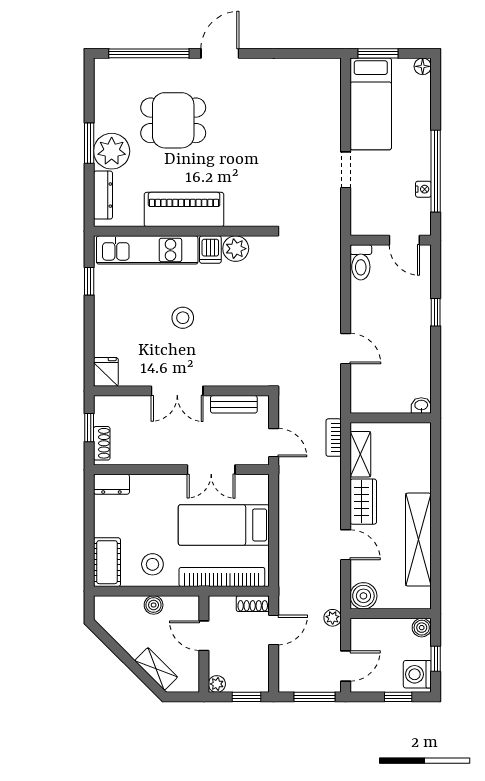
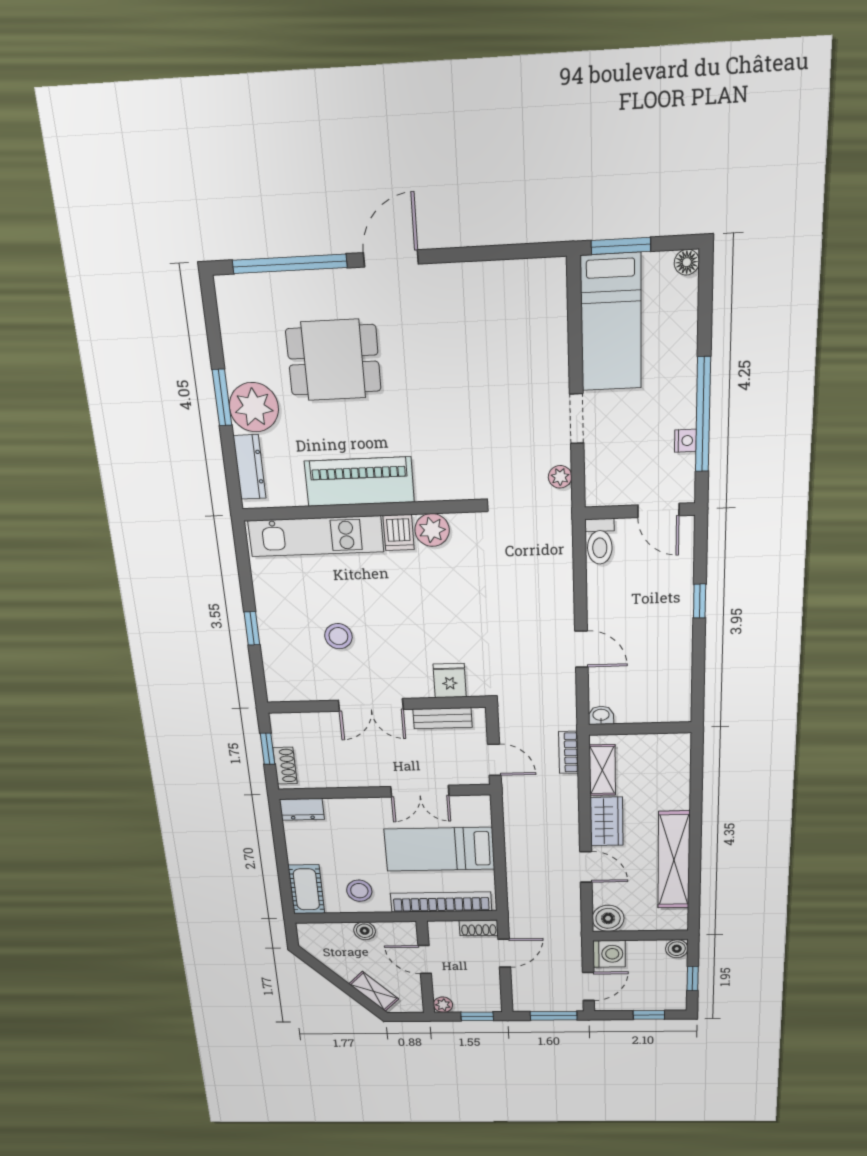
window: (89, 281) -> (252, 628), moved
stool: (183, 318) -> (338, 636), moved
fridge: (106, 372) -> (450, 681), moved
washbasin: (421, 406) -> (601, 715), moved
plant: (333, 618) -> (560, 477), moved
washing machine: (417, 674) -> (609, 954), moved, turned 180

